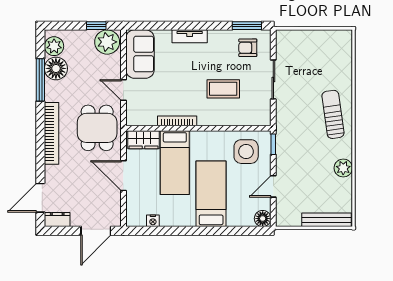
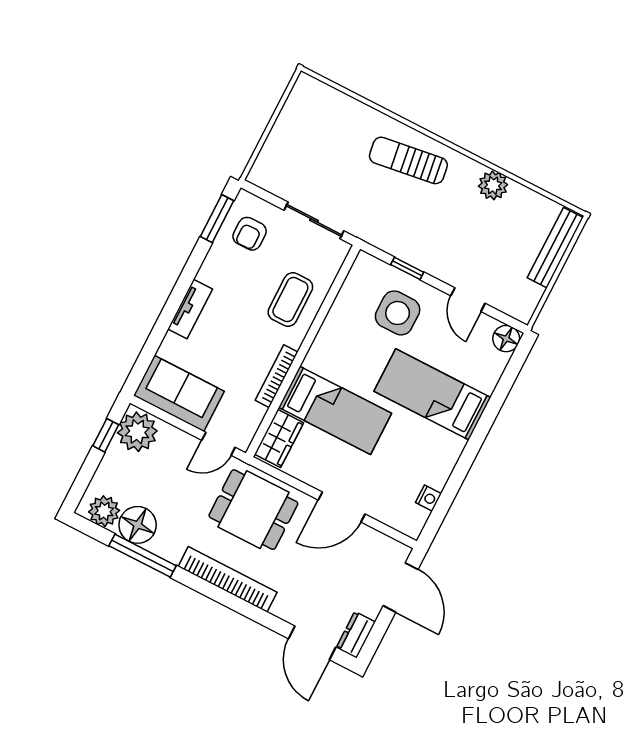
bookcase: (177, 121) -> (277, 376), moved
wall: (198, 128) -> (303, 351), moved
wardrobe: (143, 140) -> (279, 438), moved
bed: (175, 163) -> (335, 410), moved

